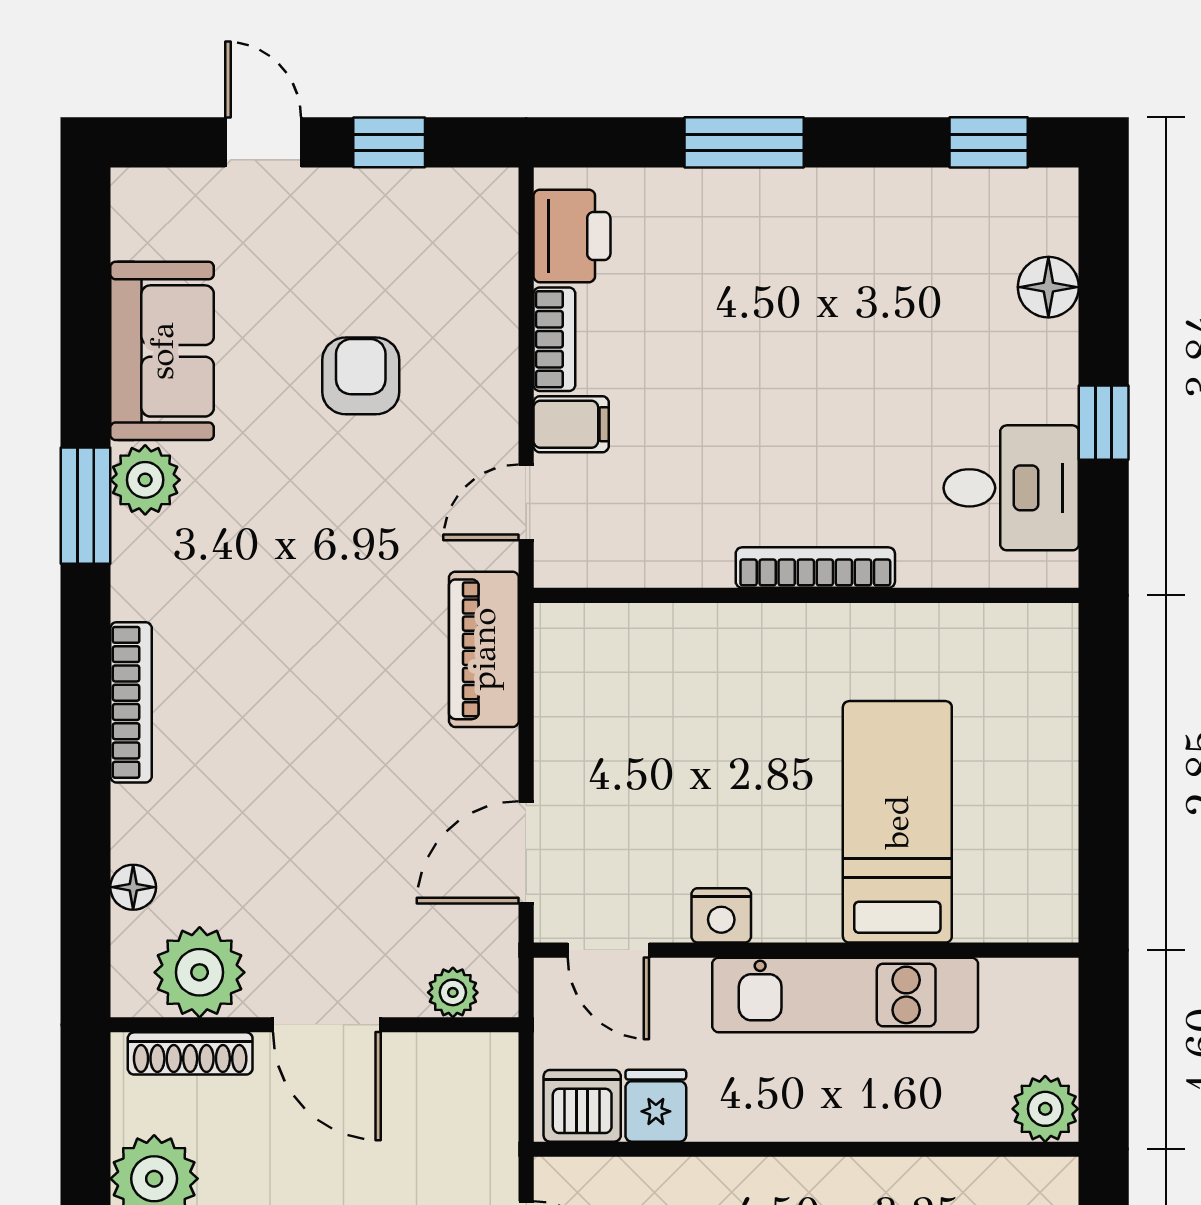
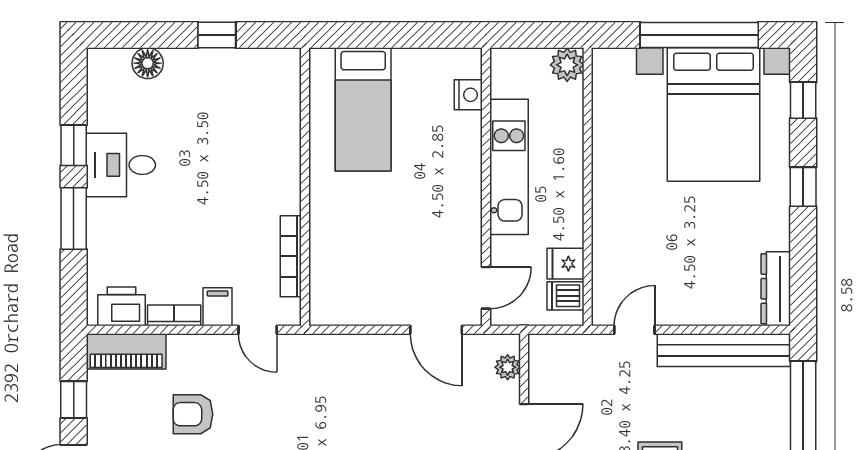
window: (989, 142) -> (74, 145), moved
desk: (1011, 488) -> (121, 165), moved, turned -90
bookcase: (815, 568) -> (291, 256), moved
piano: (484, 649) -> (126, 351), moved
bed: (897, 822) -> (363, 109), moved, turned -90
nightstand: (721, 915) -> (468, 95), moved
dishwasher: (582, 1106) -> (566, 296), width x0.73

